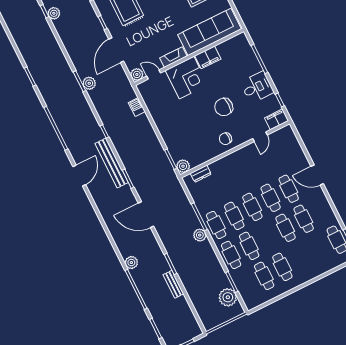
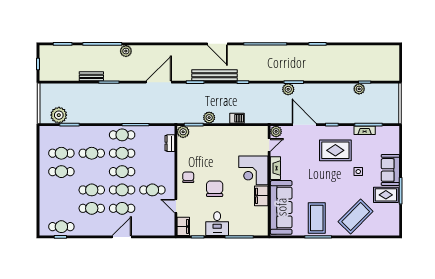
barbecue: (137, 107) -> (237, 118), moved
plant: (200, 235) -> (209, 118), moved
cafe table: (231, 255) -> (152, 190), moved

